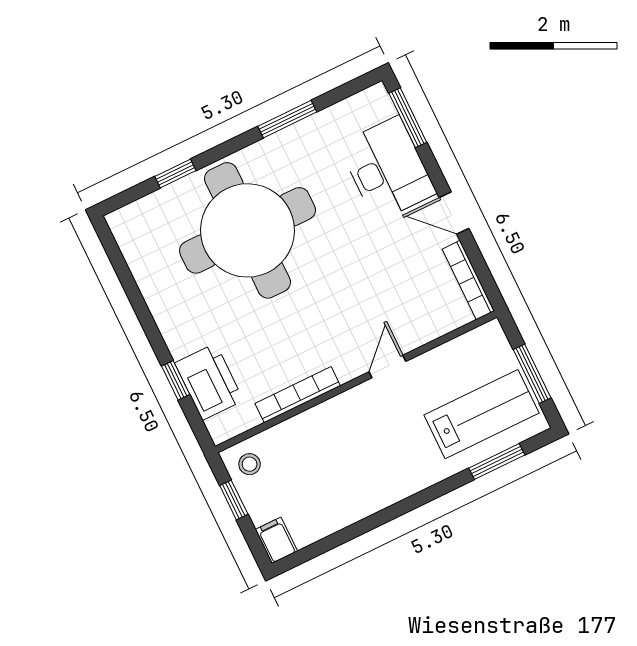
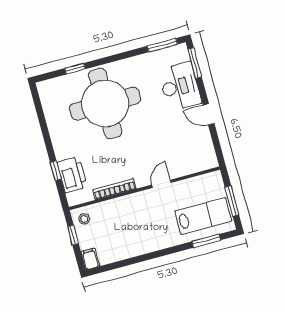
window: (287, 119) -> (162, 45), moved
bookcase: (468, 280) -> (209, 149), removed

